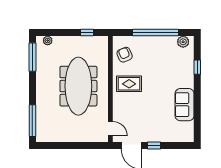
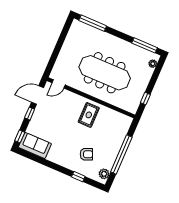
armchair: (125, 55) -> (86, 154), moved
sofa: (185, 105) -> (35, 145), moved
window: (182, 145) -> (20, 136), added

